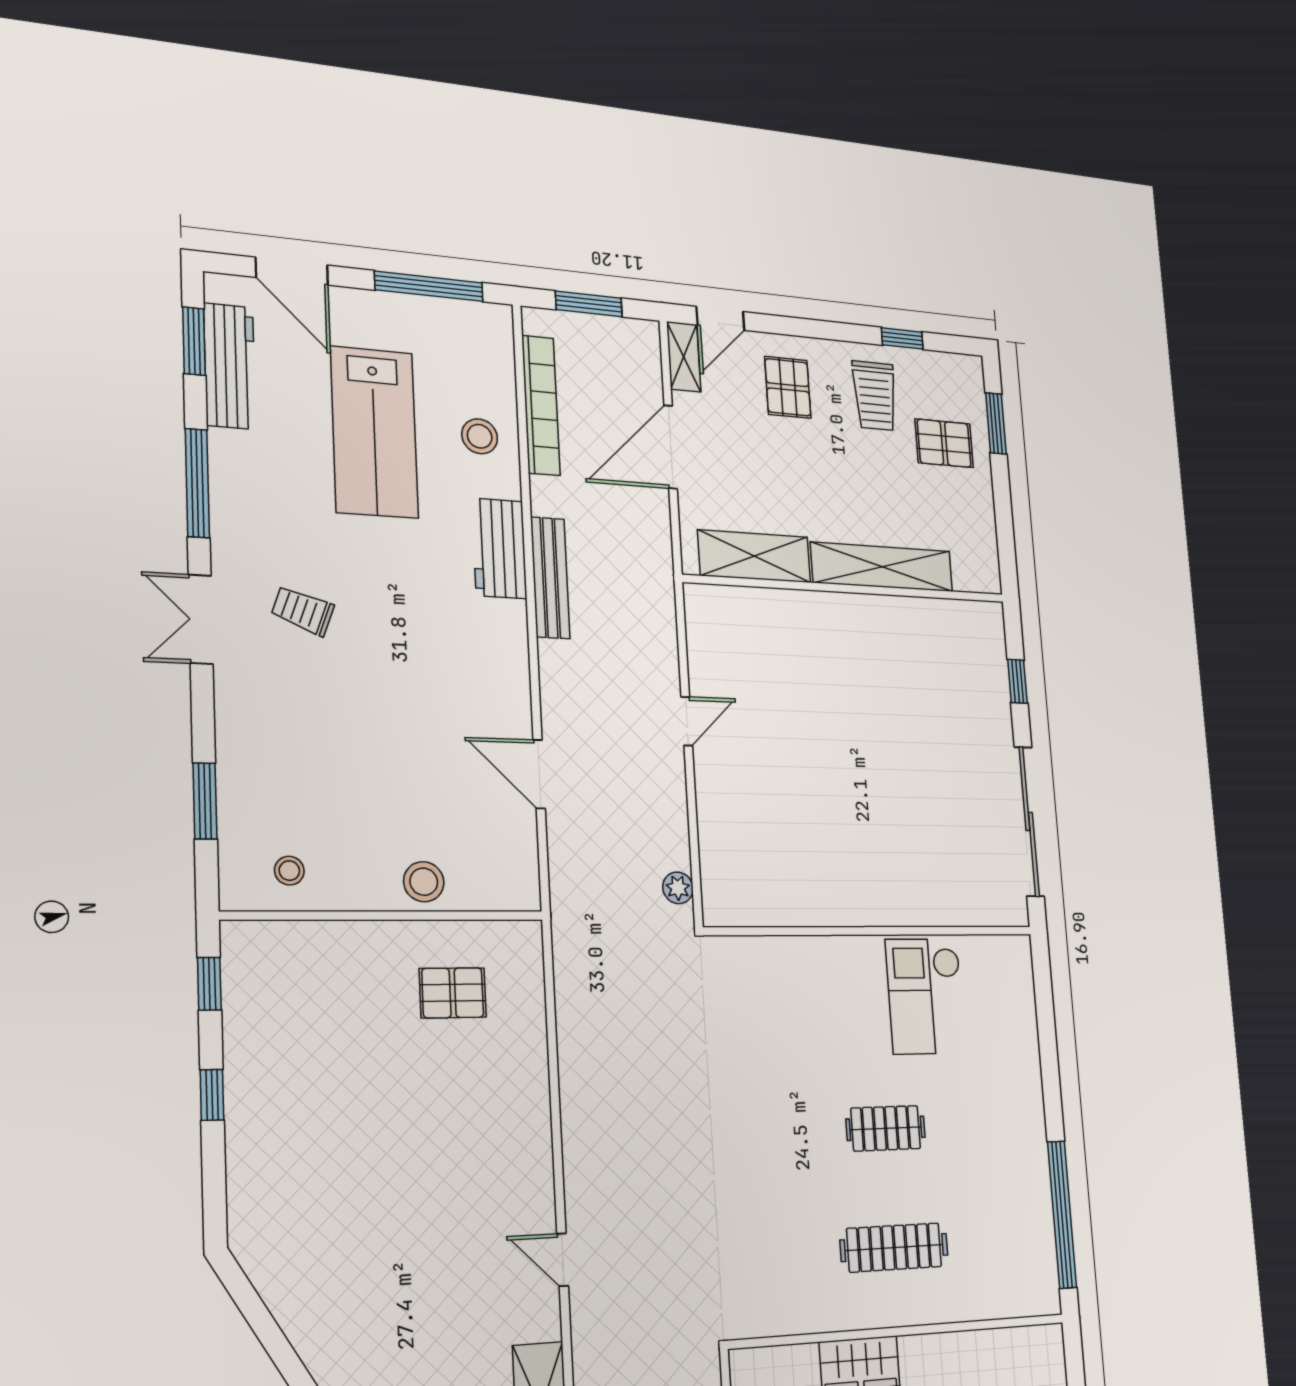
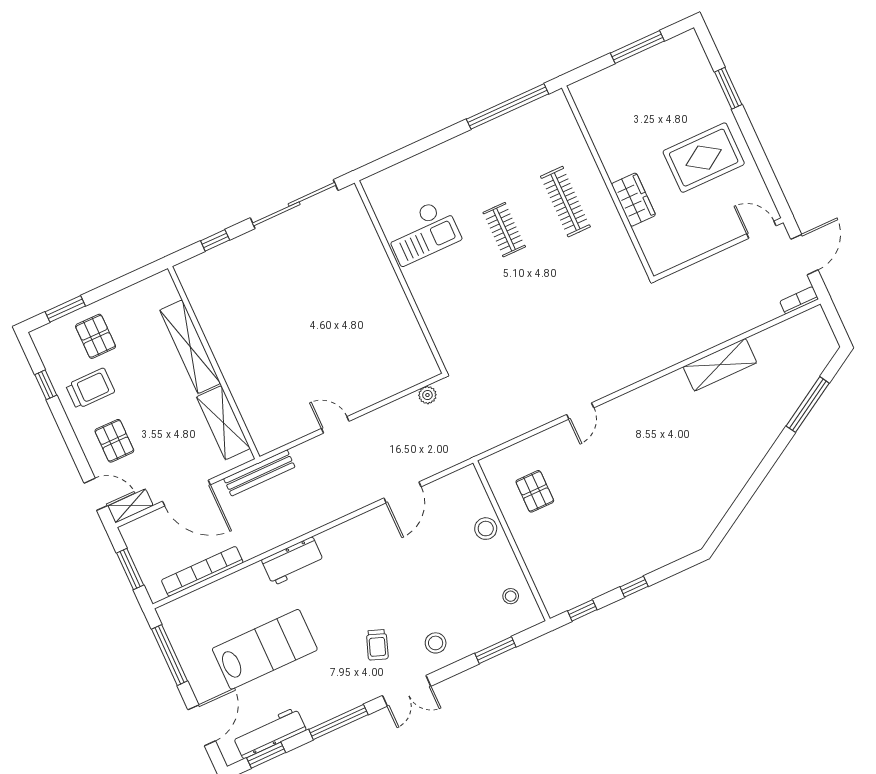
pallet: (788, 387) -> (114, 441), turned 90
stool: (480, 436) -> (436, 643), moved
bench: (550, 578) -> (259, 473), moved
door: (563, 1260) -> (580, 411), moved

